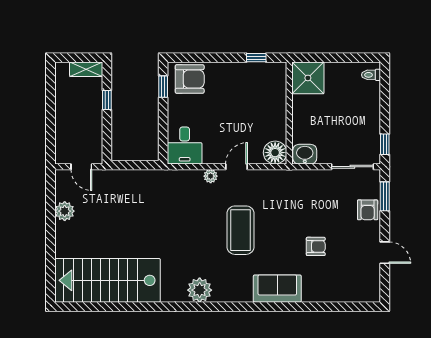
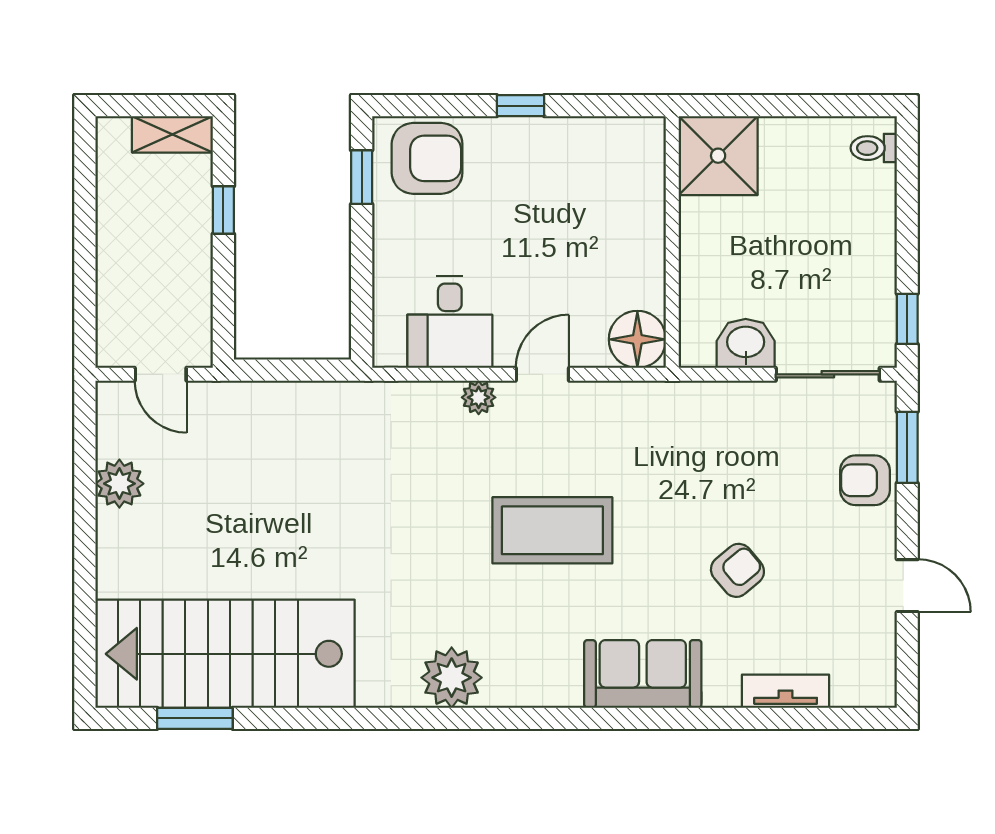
window: (256, 58) -> (520, 106), moved
desk: (185, 146) -> (450, 322), moved
washbasin: (305, 154) -> (746, 343), moved
armchair: (368, 210) -> (865, 480), turned 90
coffee table: (241, 230) -> (552, 530), turned 90
armchair: (316, 246) -> (737, 570), turned -40
tv unit: (335, 296) -> (786, 691), added
window: (95, 307) -> (195, 718), added

